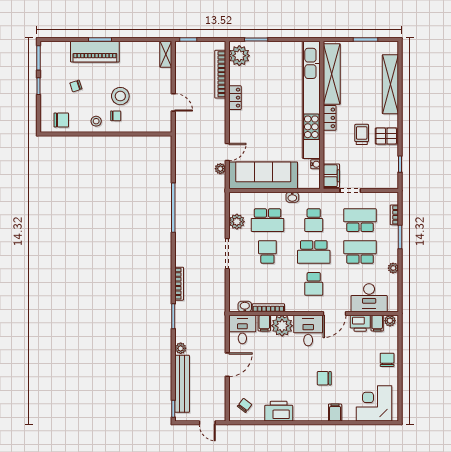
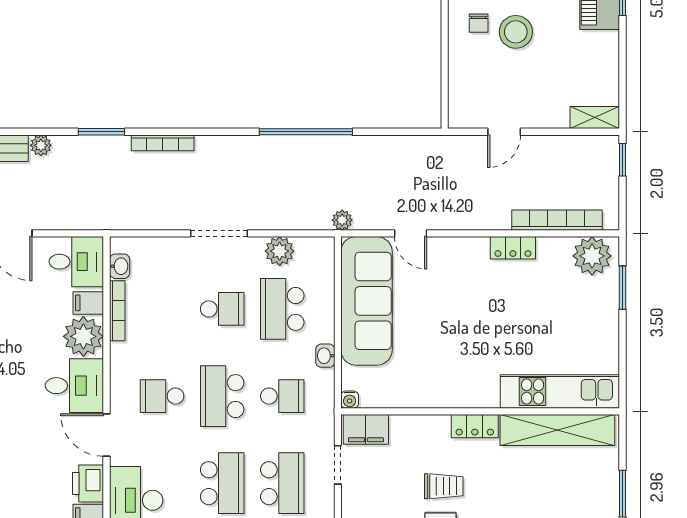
kitchen unit: (311, 100) -> (560, 391), width x0.54
water cooler: (316, 164) -> (350, 400), moved
plant: (220, 169) -> (342, 220), moved
school desk: (314, 220) -> (282, 396), turned 180

